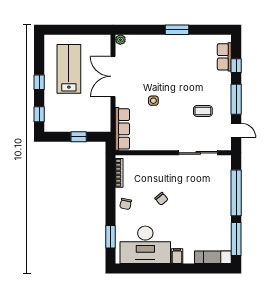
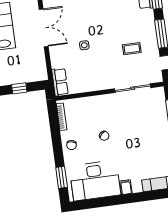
double door: (113, 76) -> (44, 28), swing flipped
row of seats: (122, 129) -> (60, 82), width x0.68

